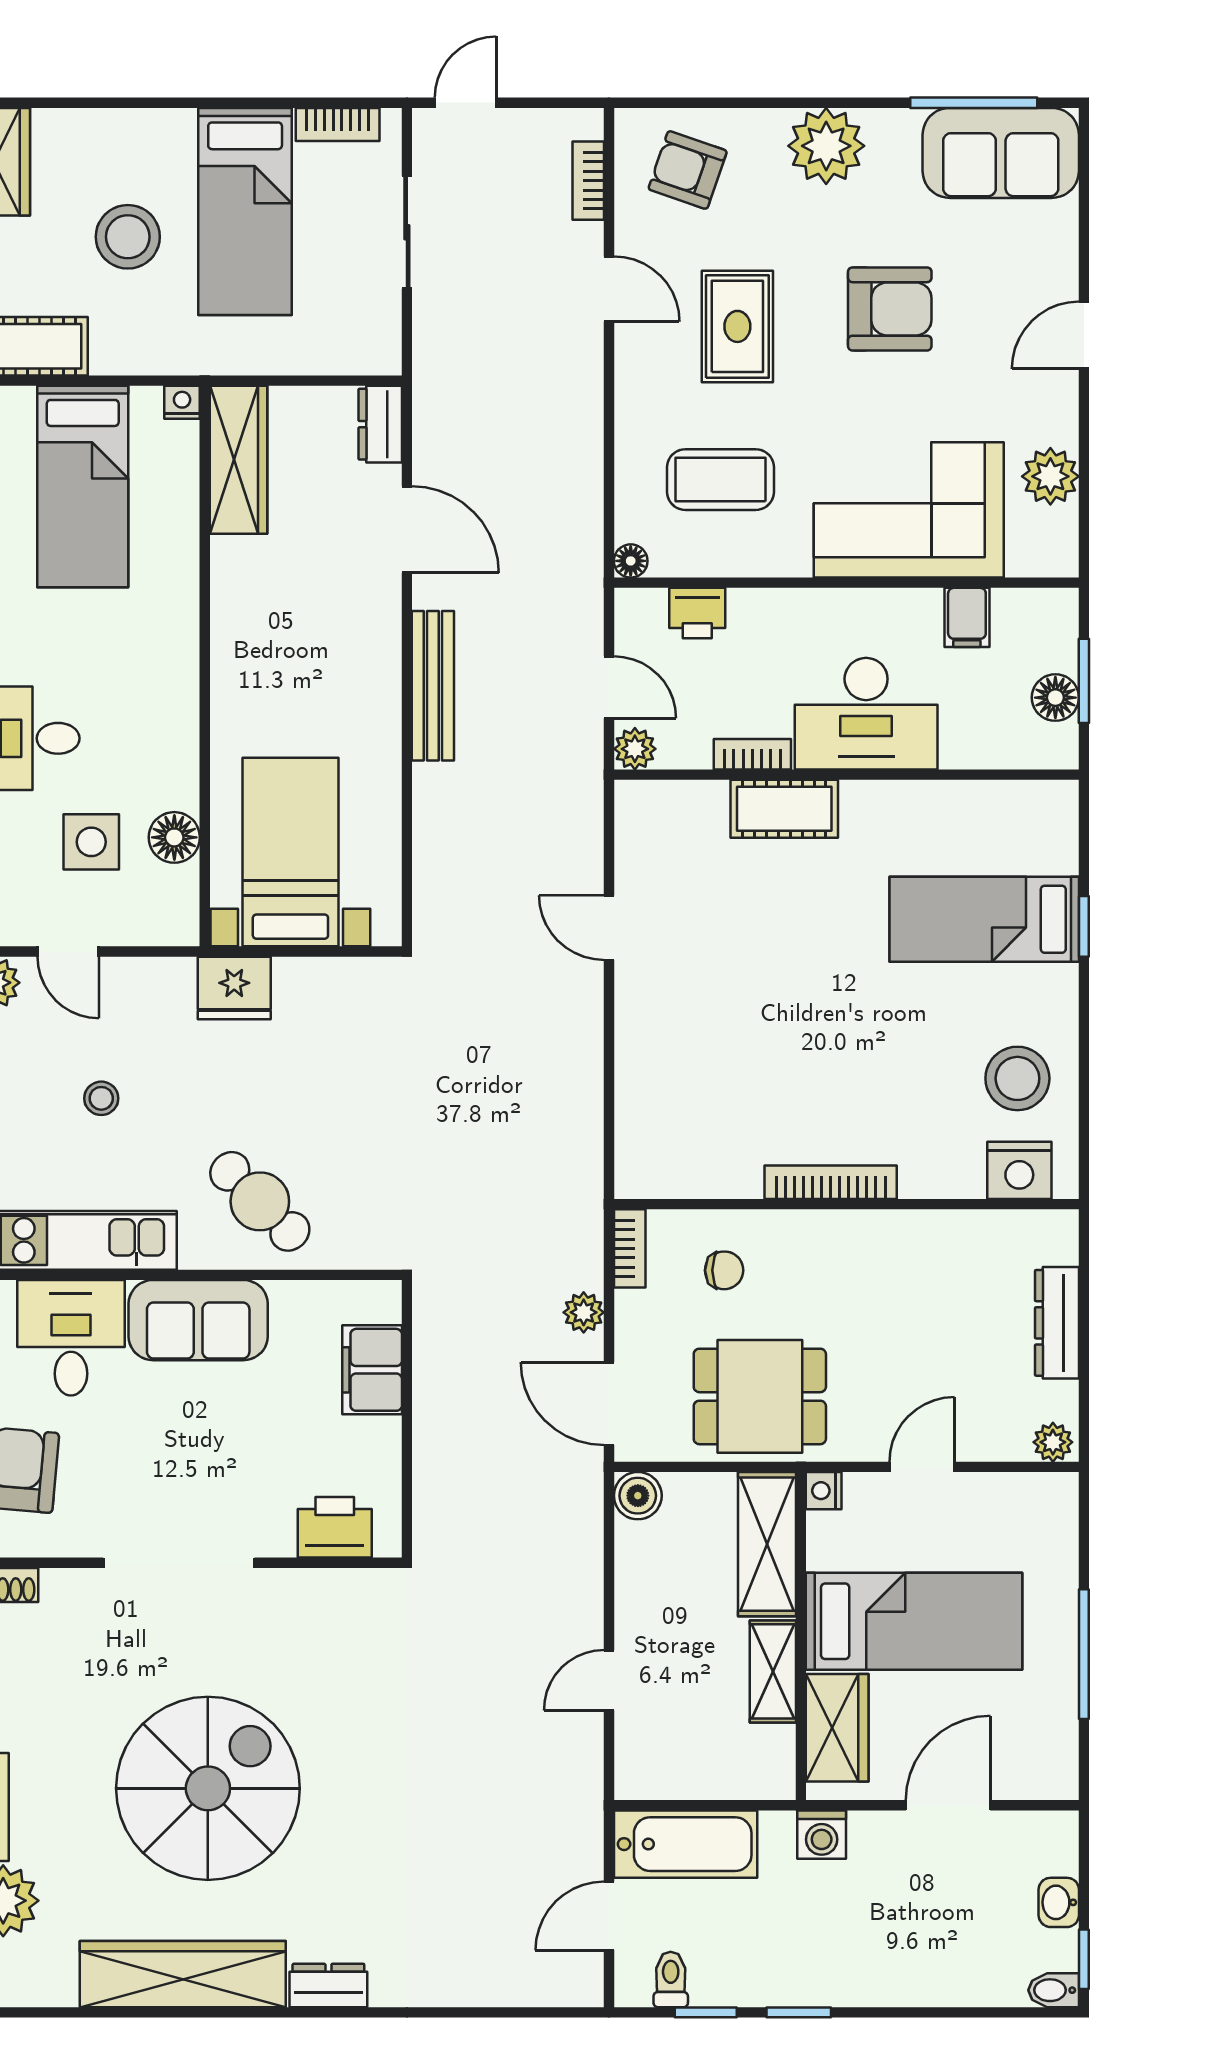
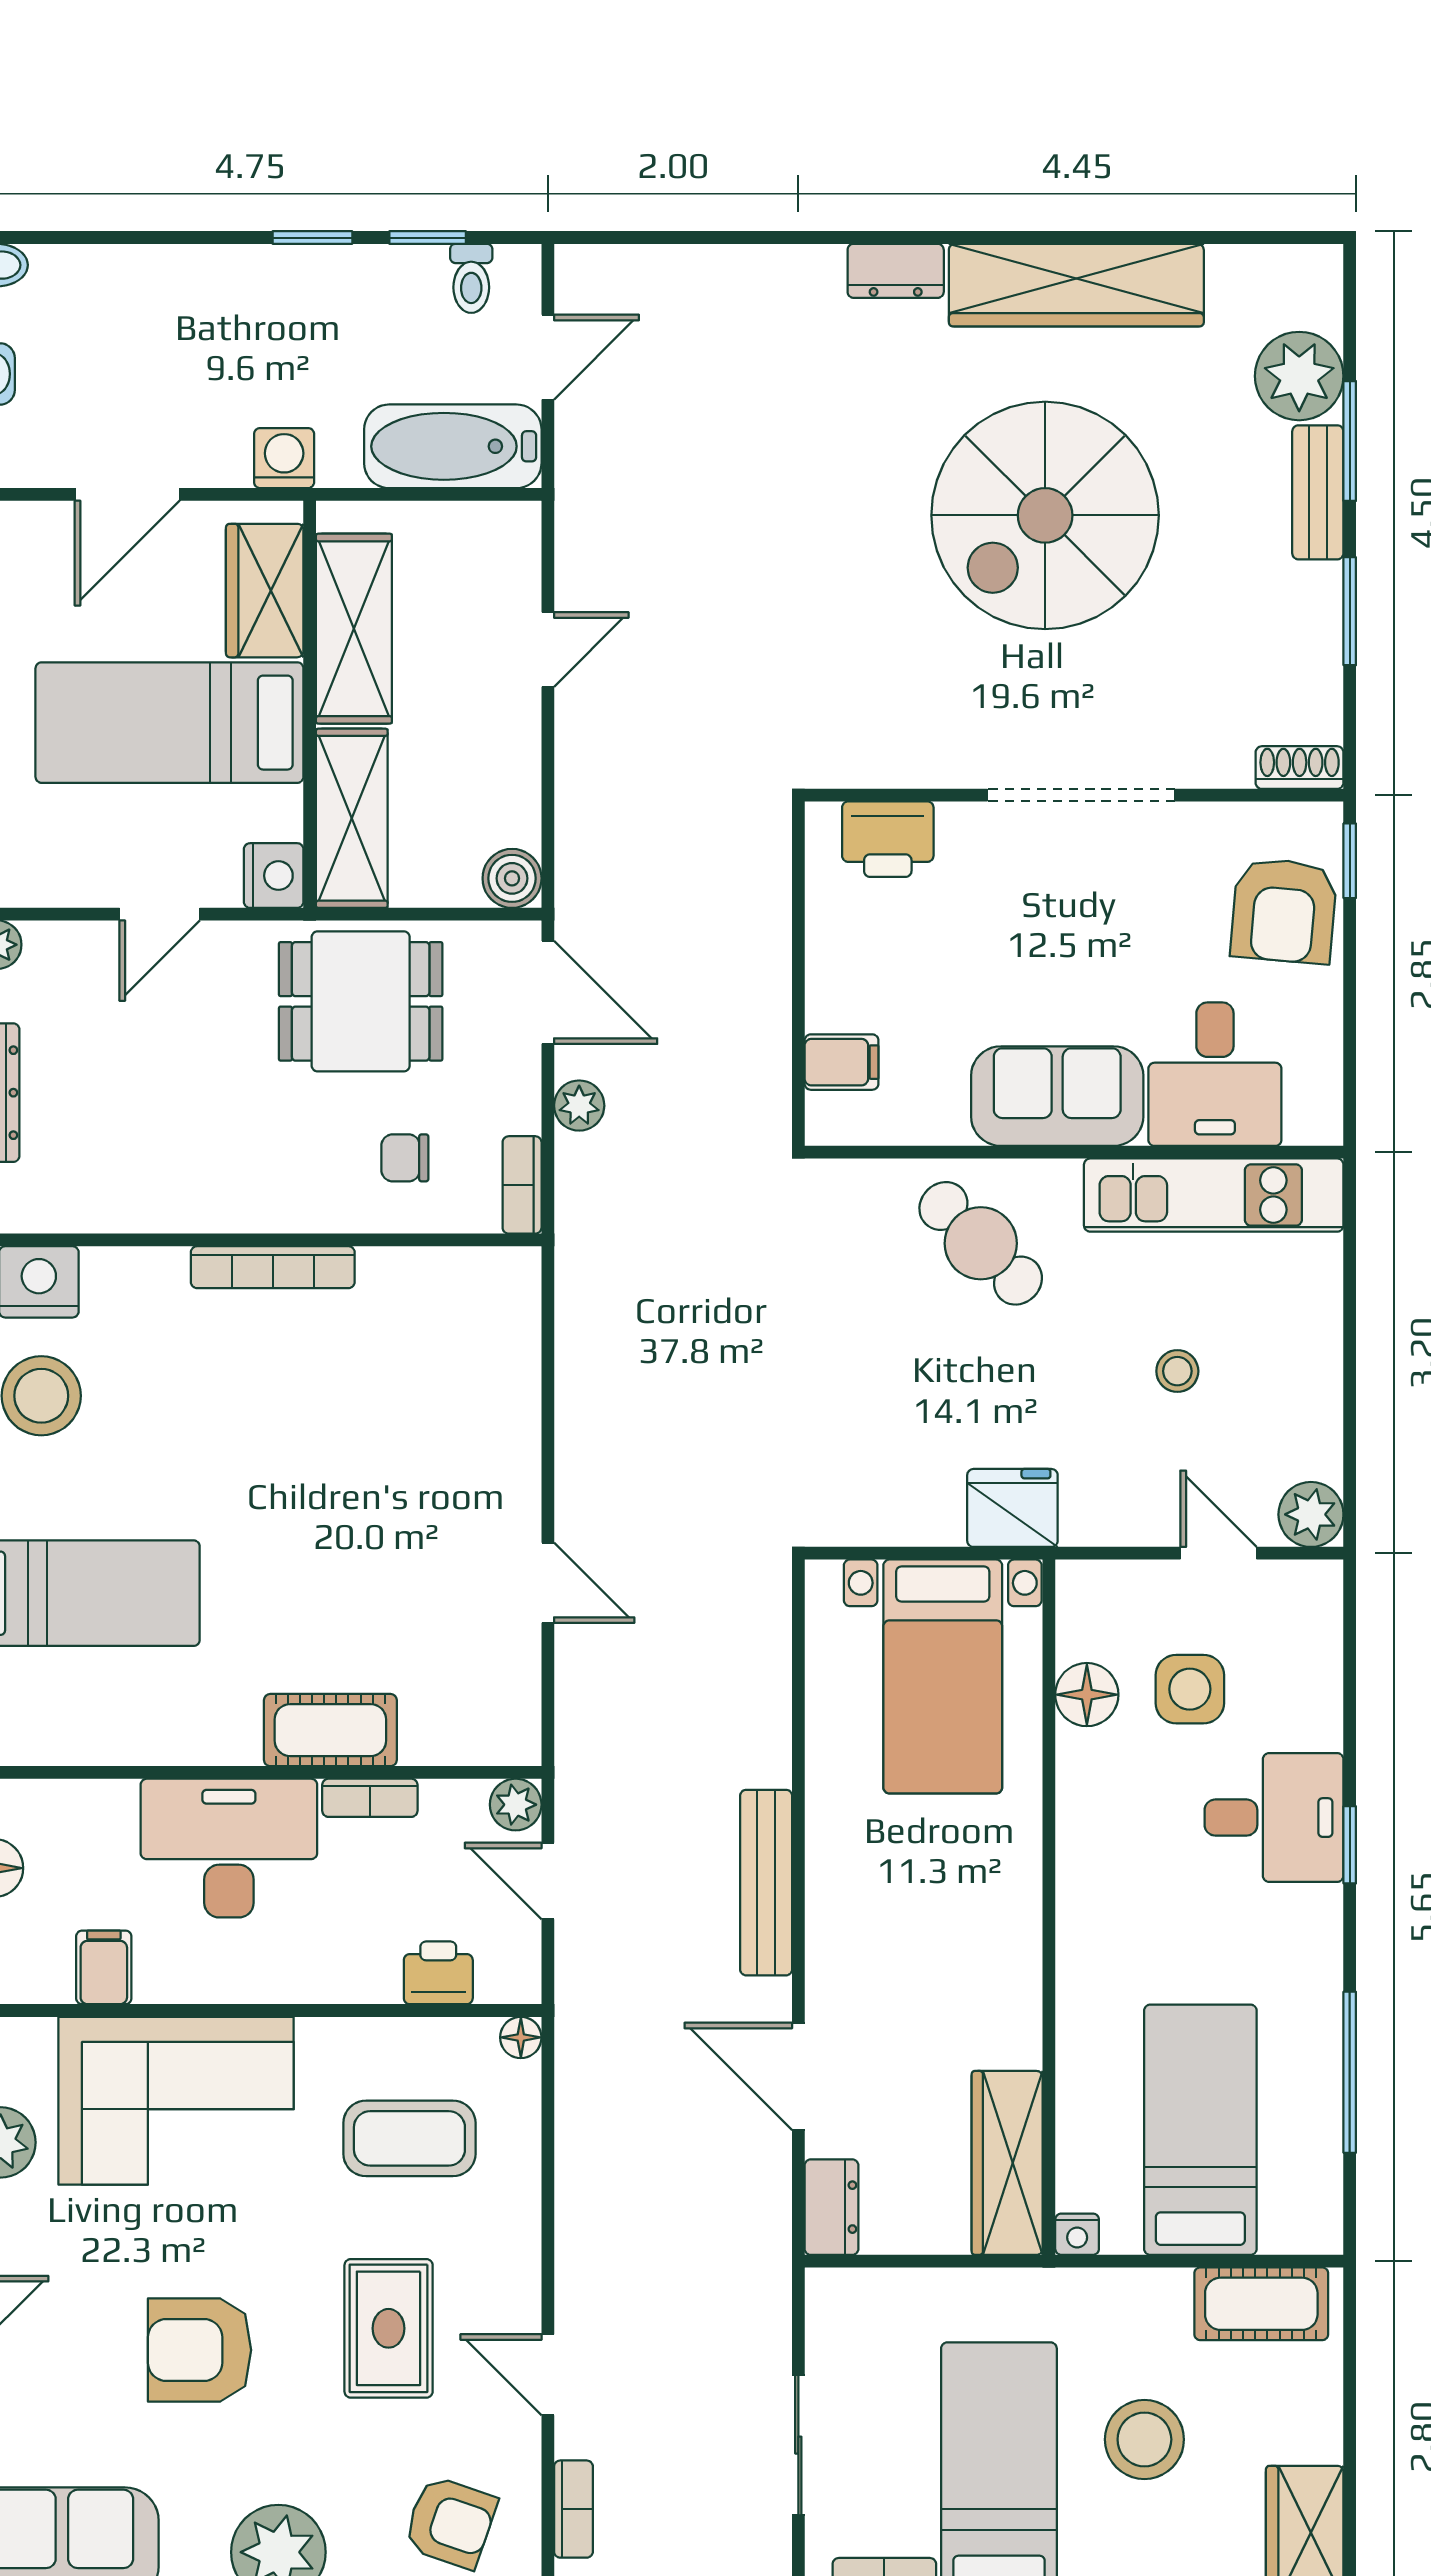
filing cabinet: (372, 1370) -> (842, 1062), width x0.50
nightstand: (824, 1491) -> (274, 876), width x1.39, depth x1.35
shelving: (773, 1671) -> (354, 629), width x1.50, depth x1.33

